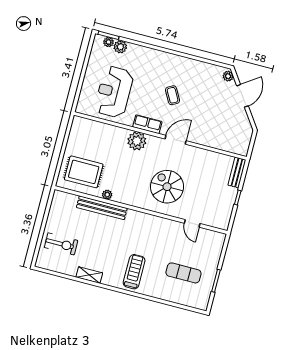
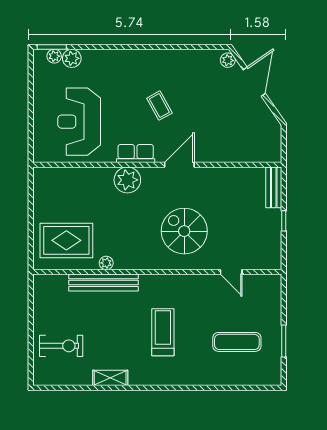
treadmill: (134, 272) -> (163, 332), moved

